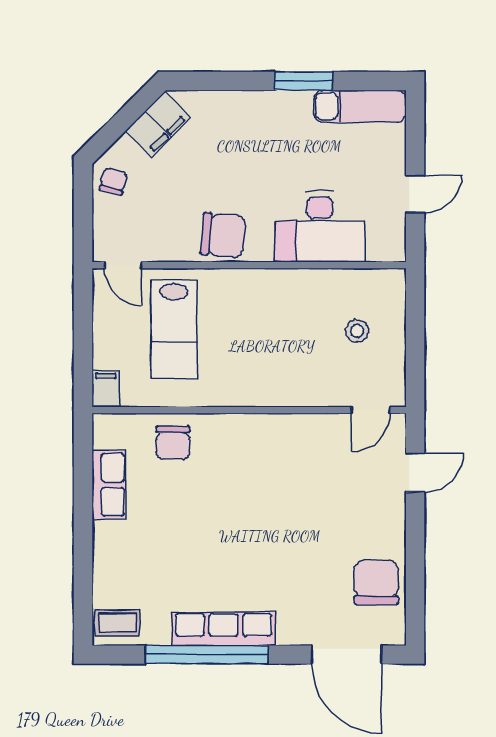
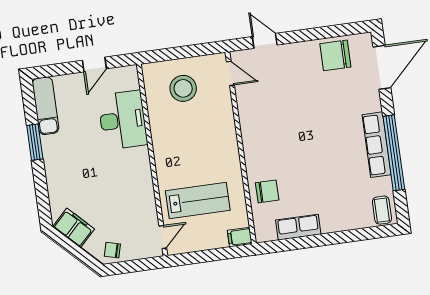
door: (415, 194) -> (94, 64), swing flipped
chair: (223, 235) -> (136, 178), removed
stool: (357, 331) -> (183, 88), width x1.89, depth x1.89

